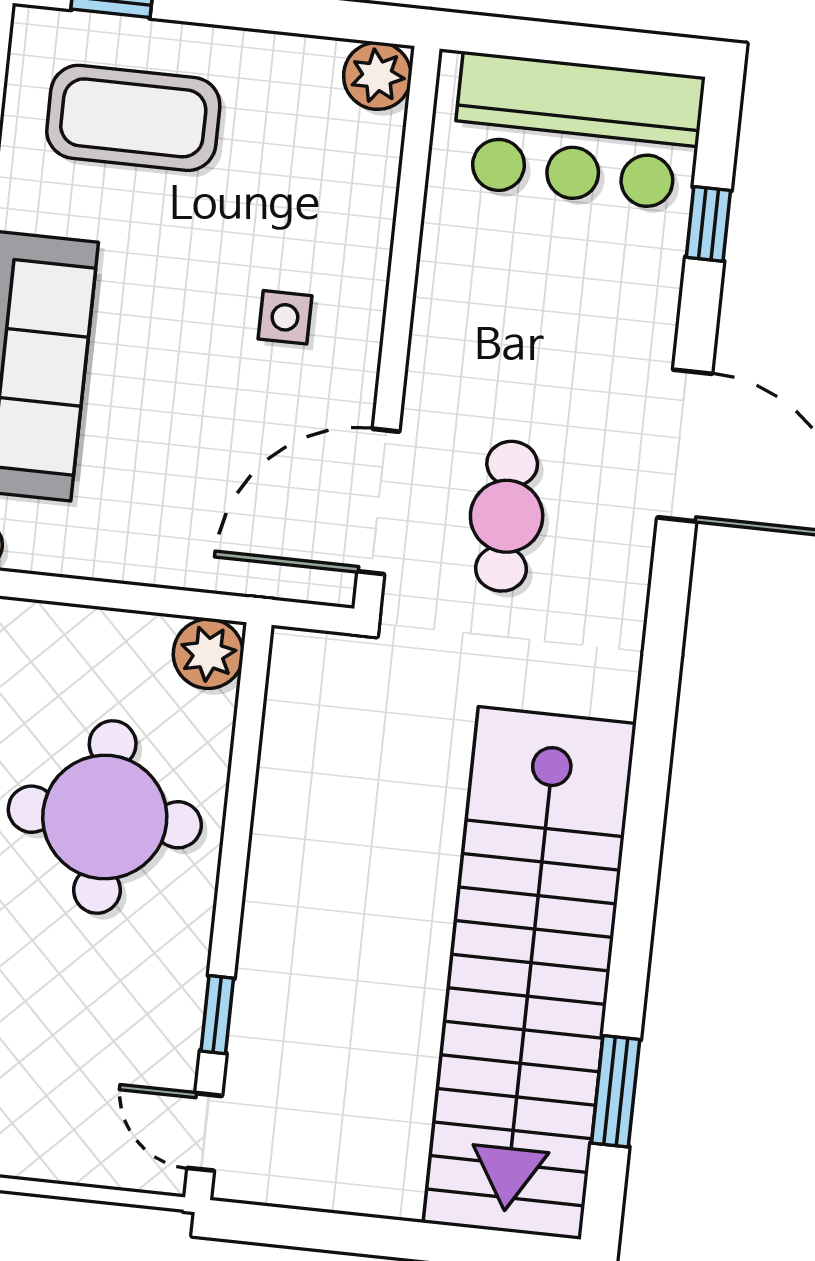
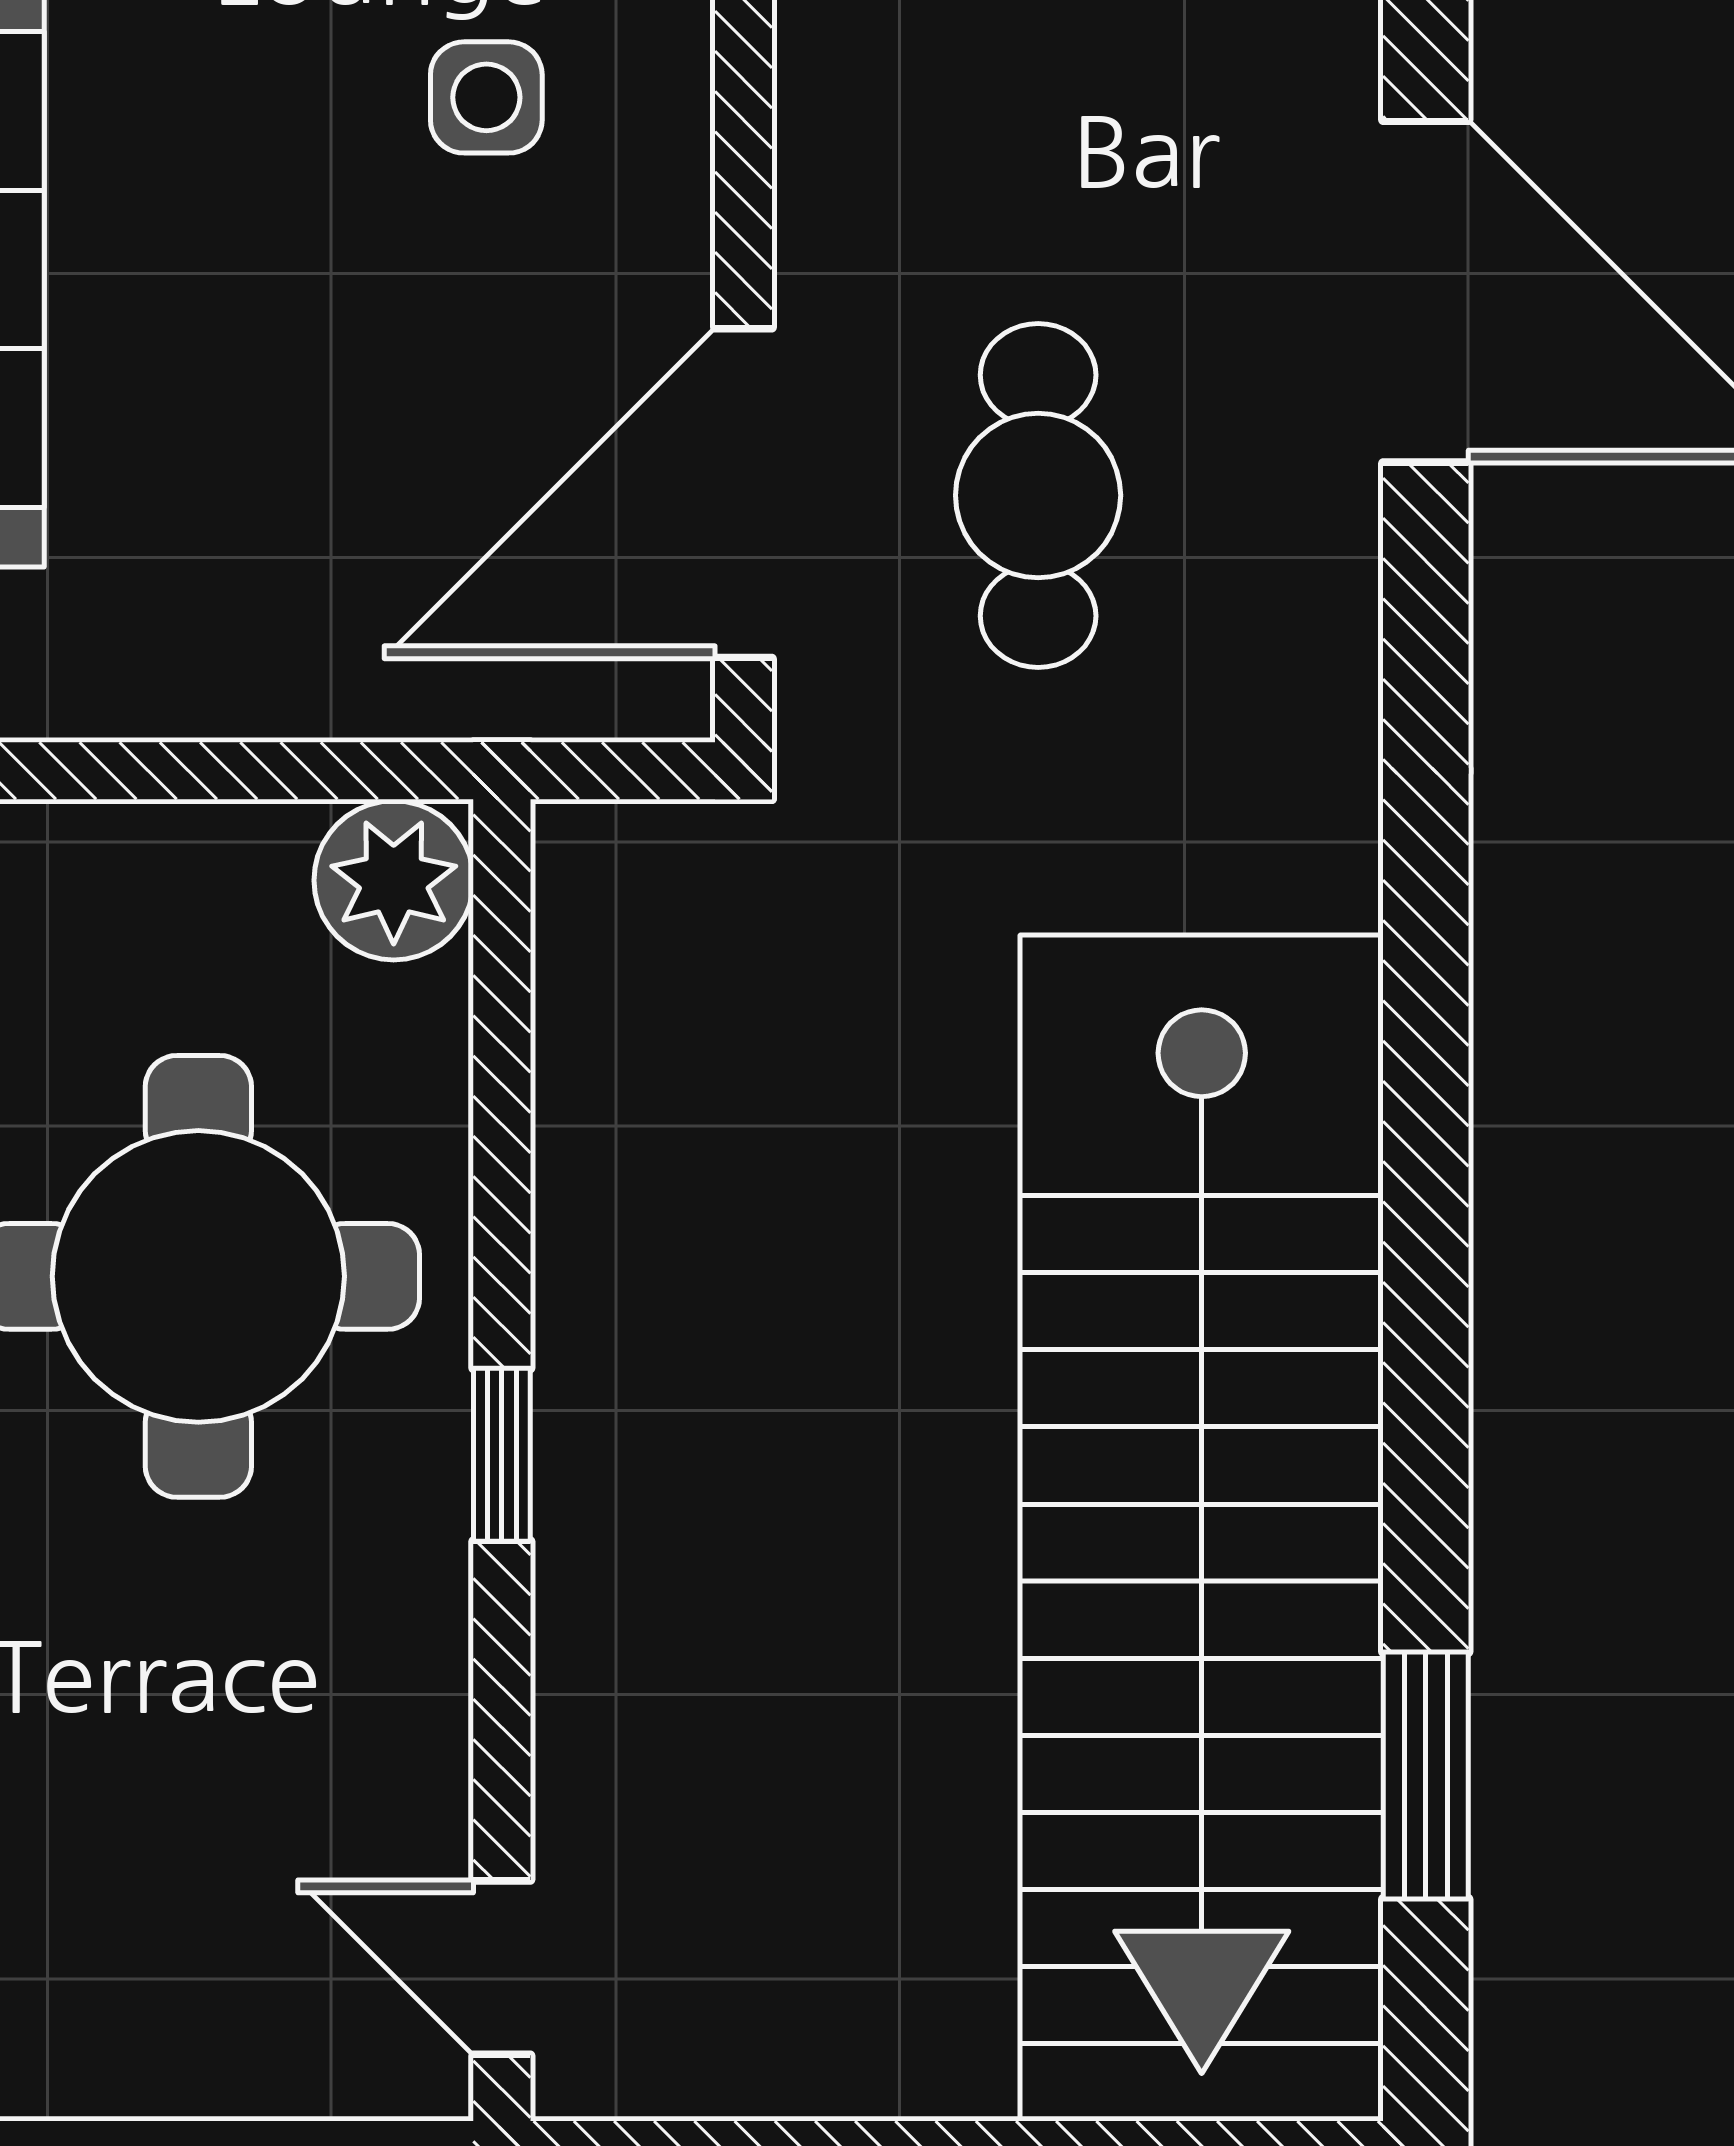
window: (217, 1015) -> (502, 1455), moved

